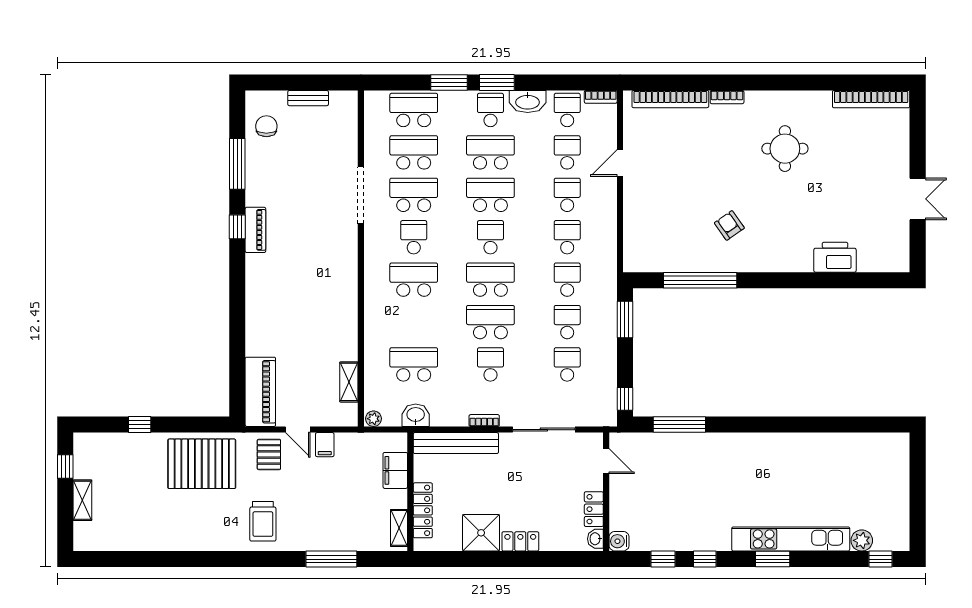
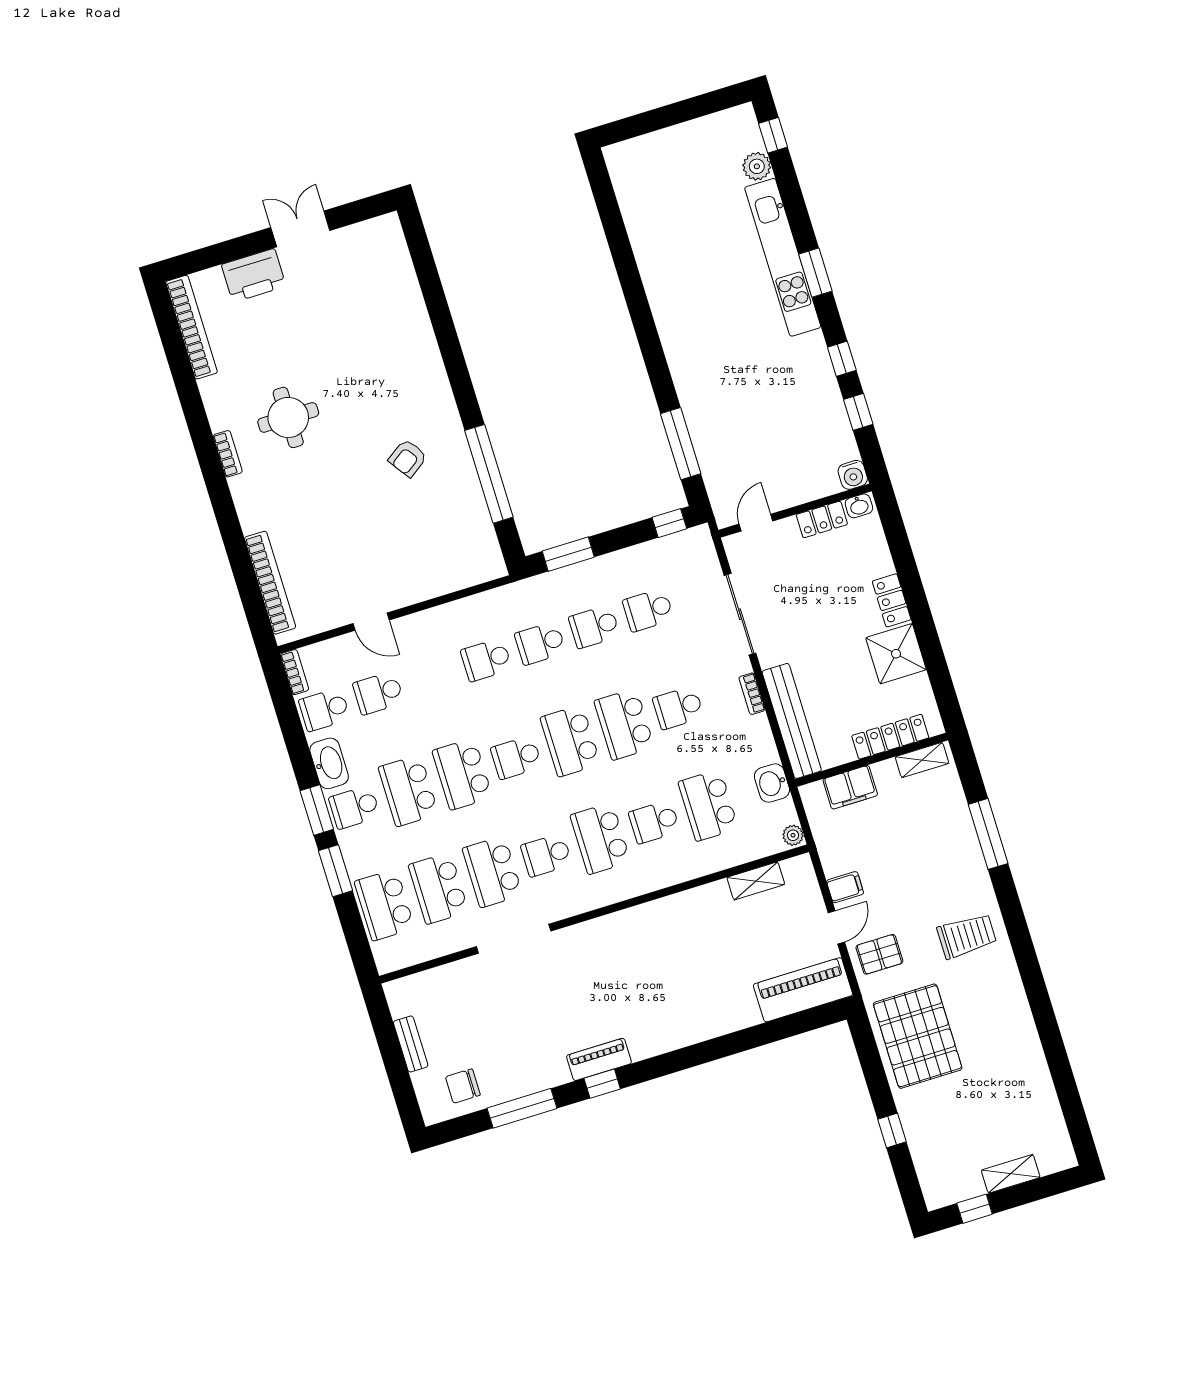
bookcase: (727, 97) -> (228, 454), moved
school desk: (567, 195) -> (654, 822), moved
printer: (835, 257) -> (254, 275), moved, turned -90

